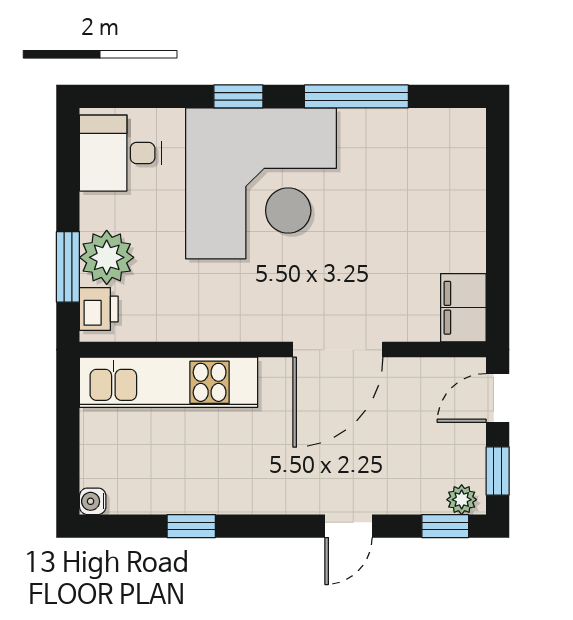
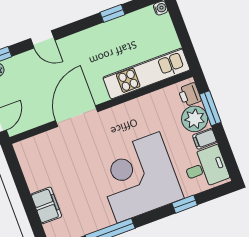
window: (238, 96) -> (185, 204), moved
filing cabinet: (101, 211) -> (205, 139), added
filing cabinet: (463, 308) -> (46, 205), moved
door: (349, 526) -> (43, 39), swing flipped

